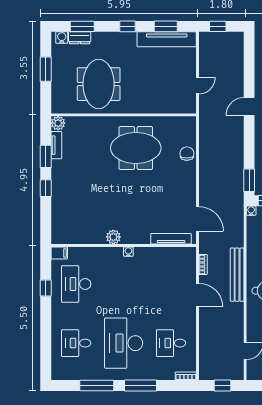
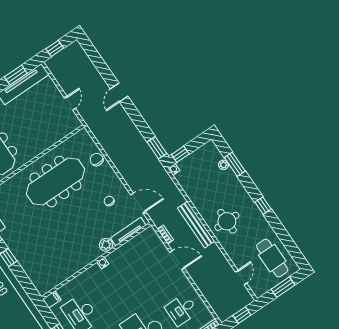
meeting table: (136, 148) -> (55, 182), width x1.36
chair: (173, 199) -> (109, 201), added
plant: (113, 237) -> (106, 245), moved

